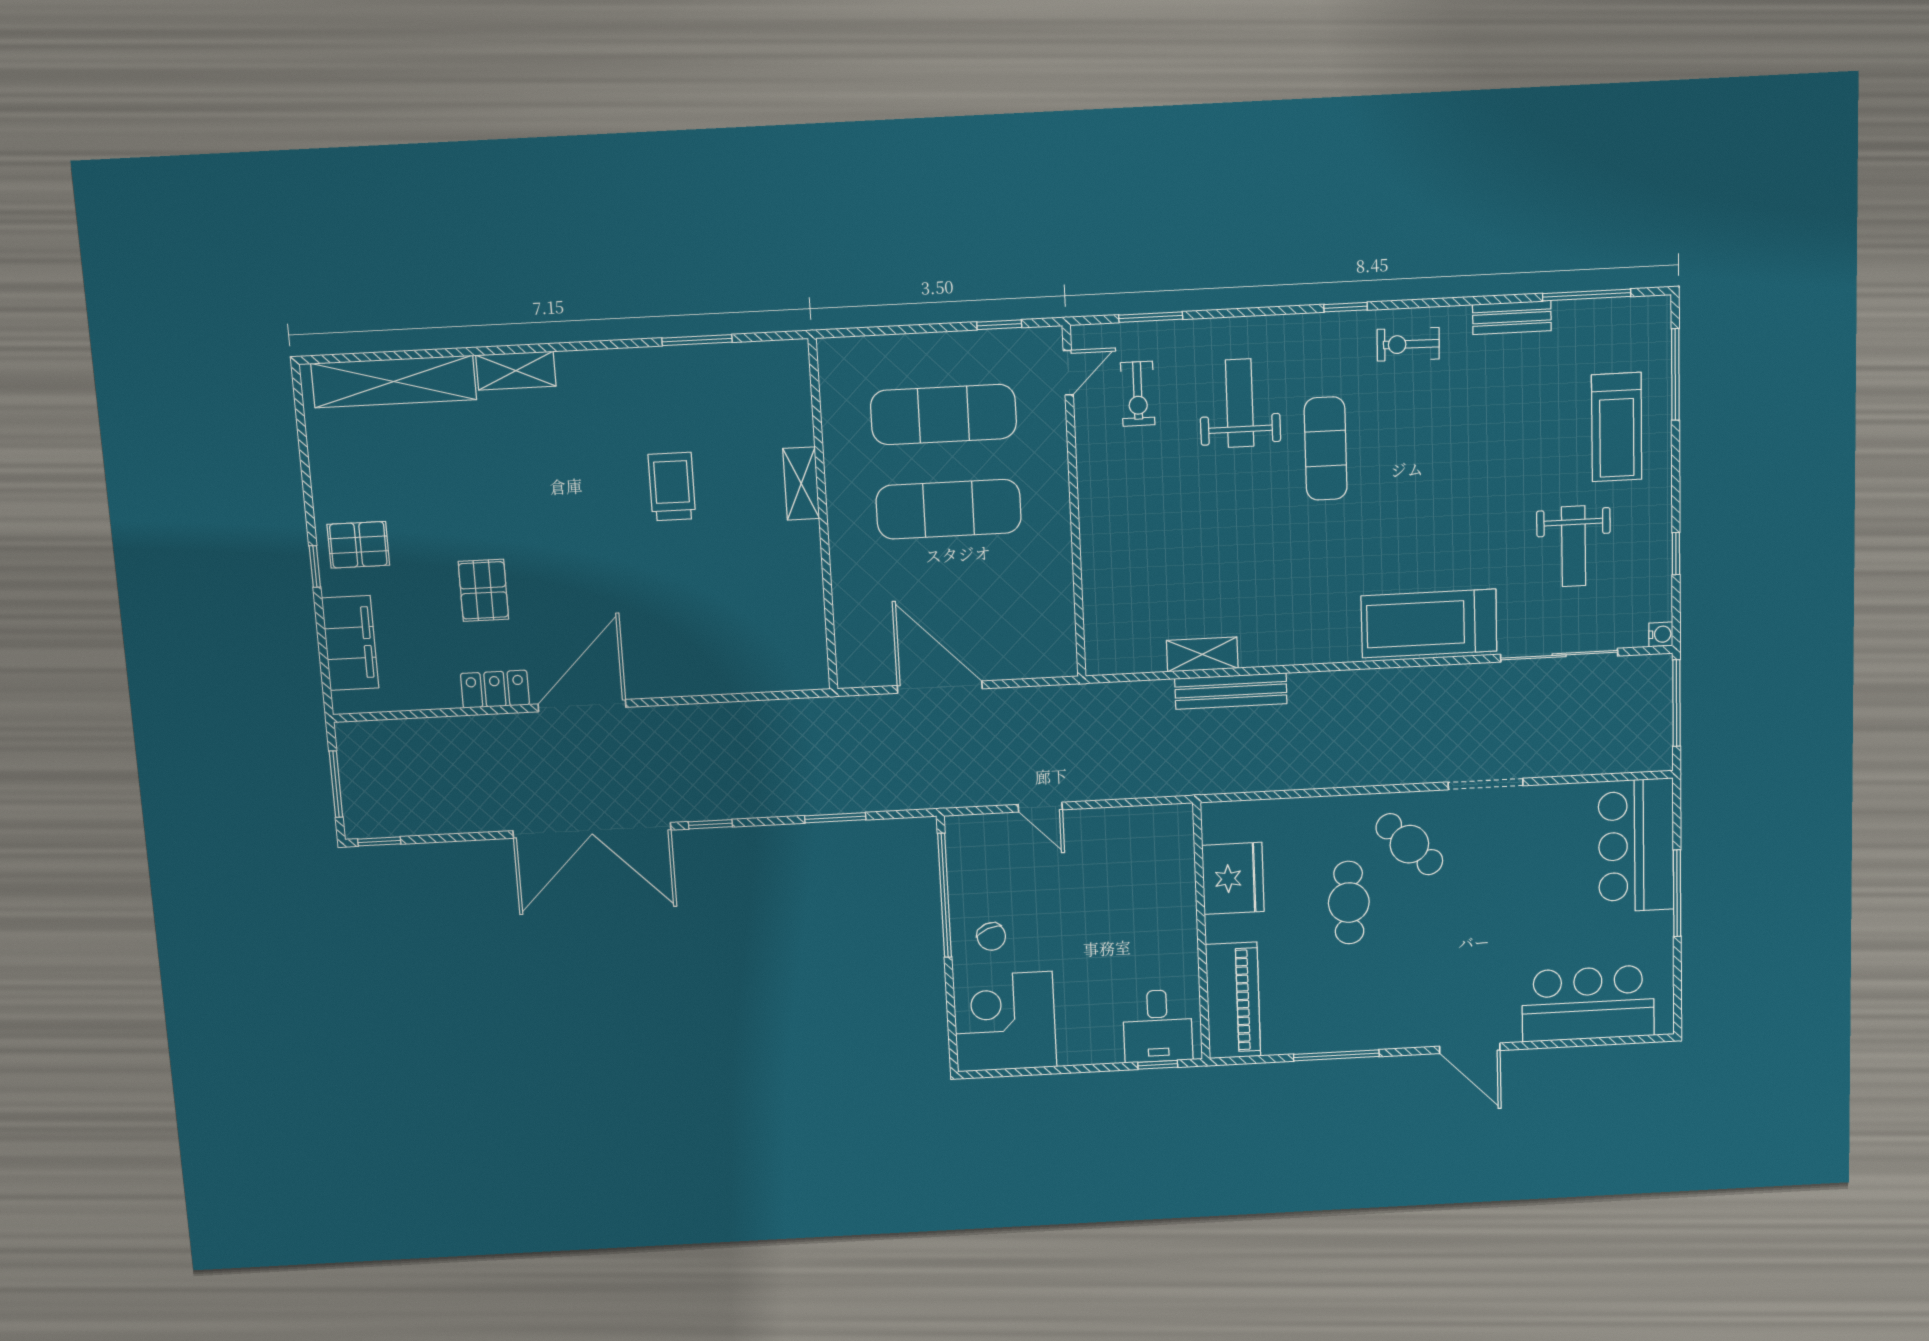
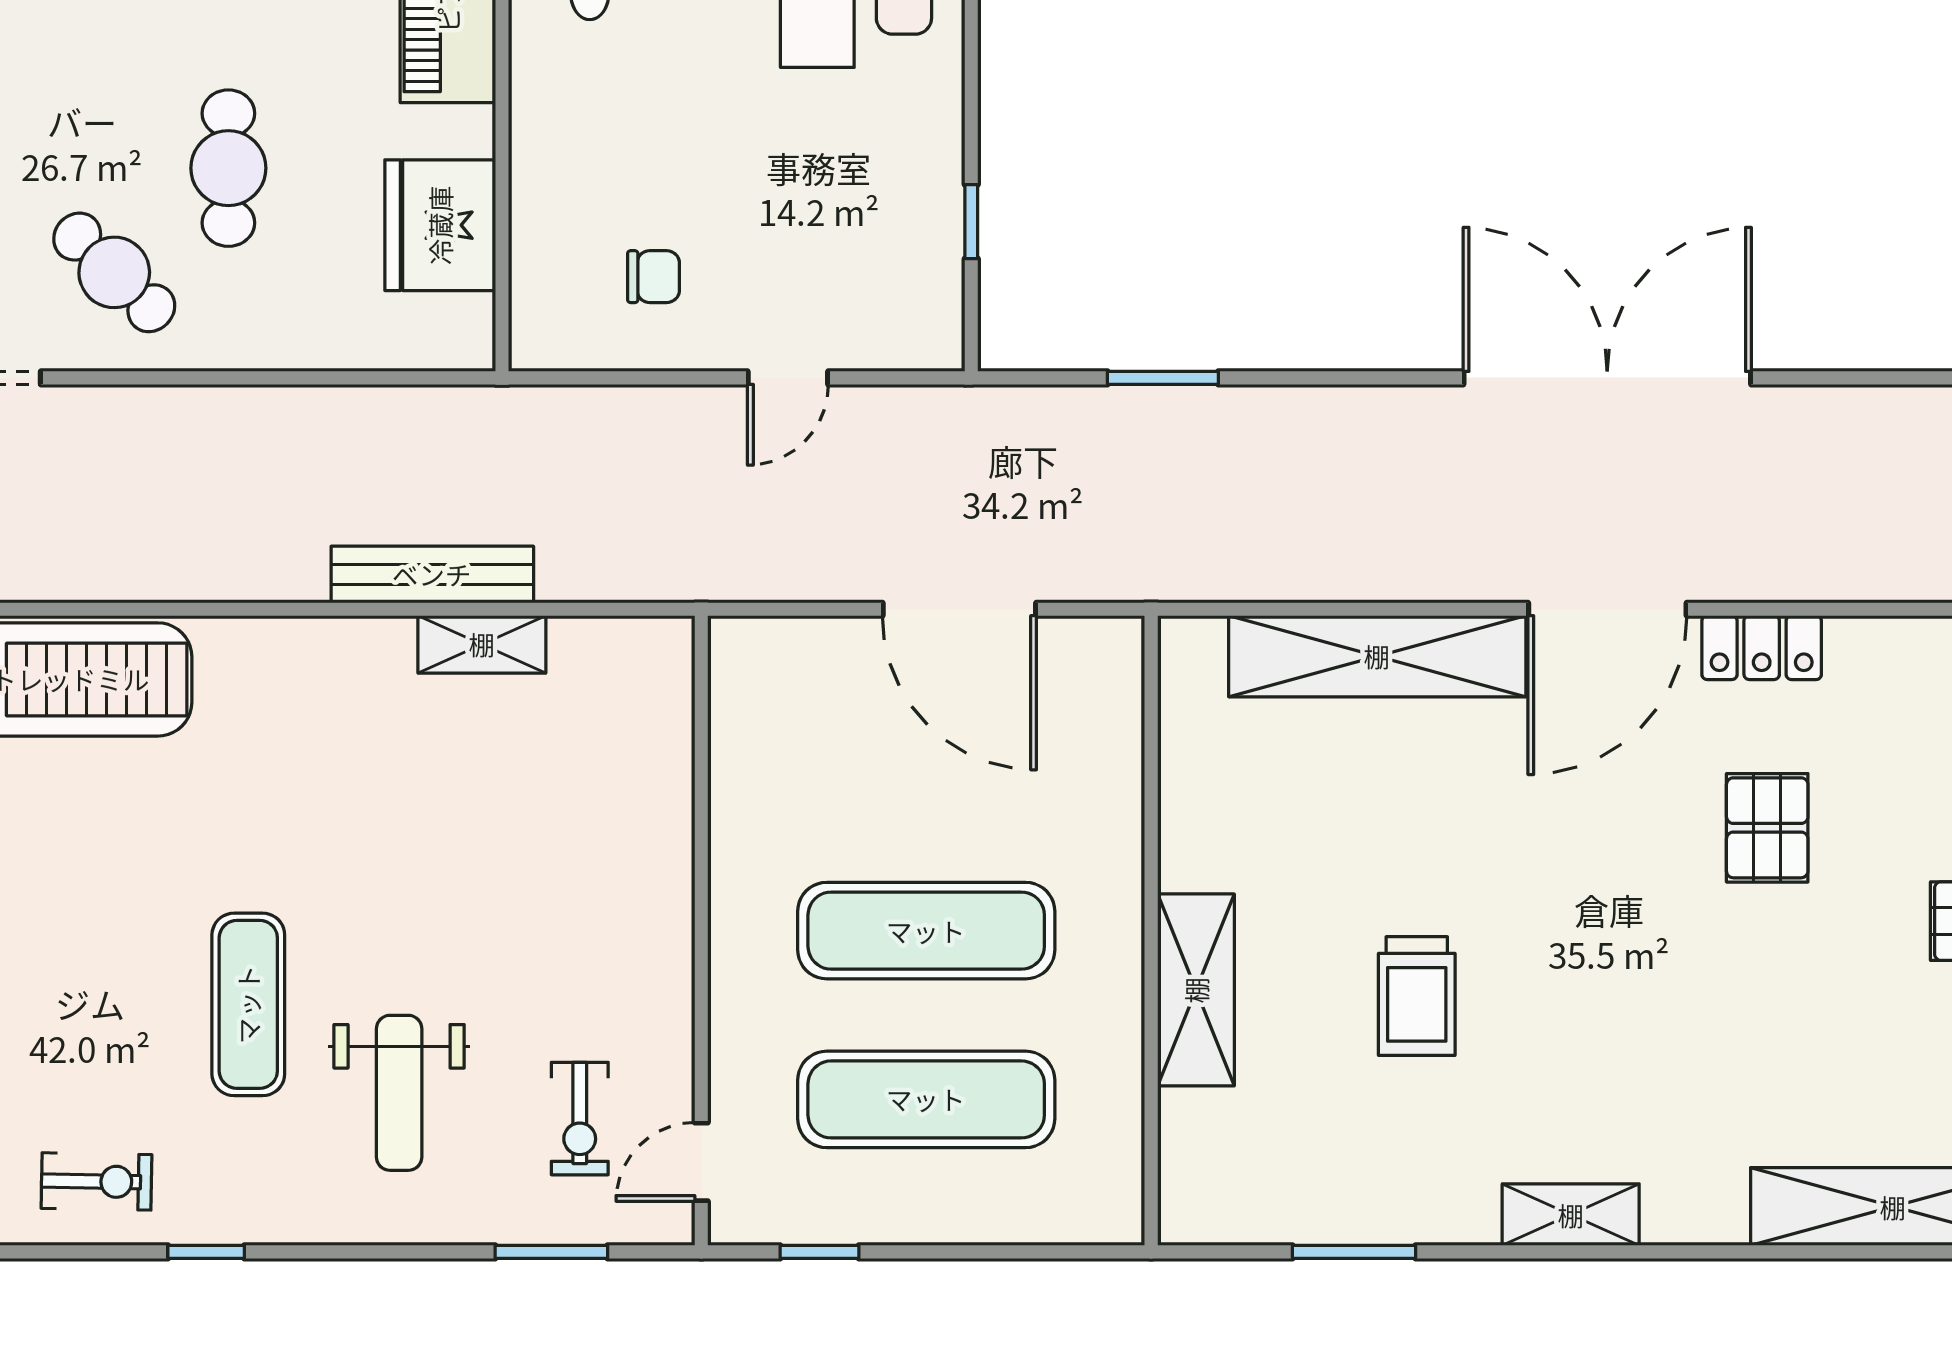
shelving: (516, 371) -> (1571, 1215), moved
exercise bike: (1138, 394) -> (580, 1119), turned 180
shelving: (801, 484) -> (1196, 990), width x1.50, depth x1.33
shelving: (707, 673) -> (1377, 656), added
door: (1040, 807) -> (788, 378), swing flipped
window: (710, 824) -> (1391, 378), removed
window: (945, 895) -> (971, 222), width x0.32
chair: (991, 937) -> (654, 277), moved, turned 112

